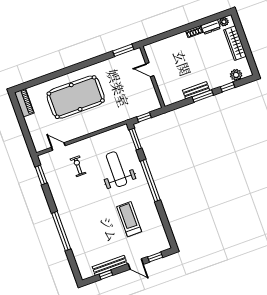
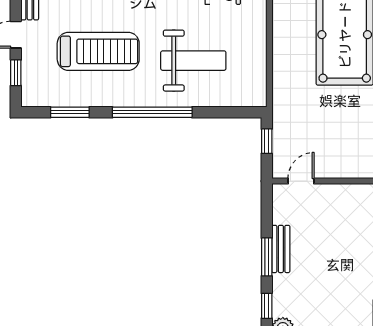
door: (150, 70) -> (301, 181), moved
window: (135, 139) -> (70, 112), moved
treadmill: (129, 219) -> (98, 51), width x1.37, depth x1.38

